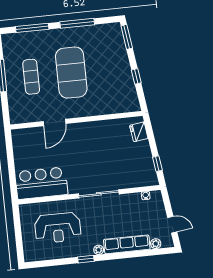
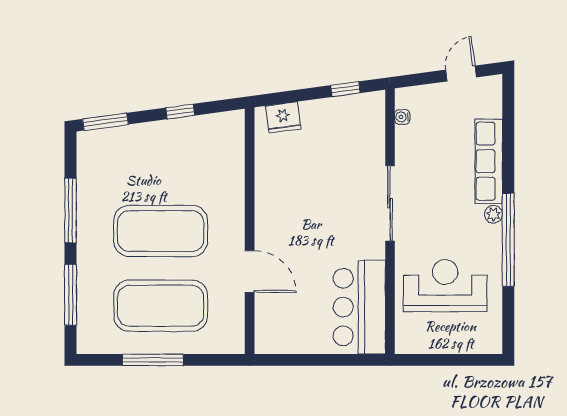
exercise mat: (31, 77) -> (161, 306), width x2.00, depth x1.45
reception desk: (58, 228) -> (445, 286), turned -90
plant: (156, 244) -> (493, 108), removed
window: (86, 259) -> (508, 240), width x3.17

